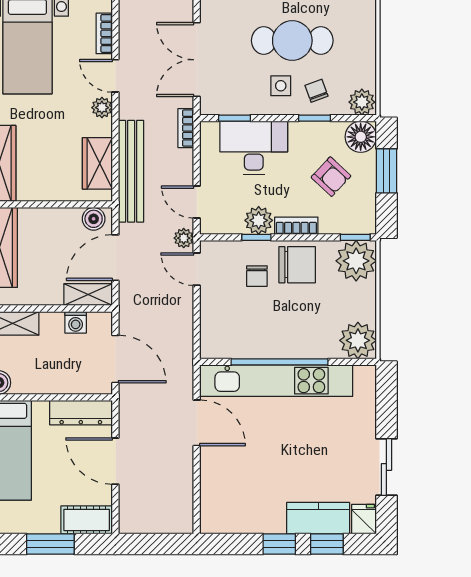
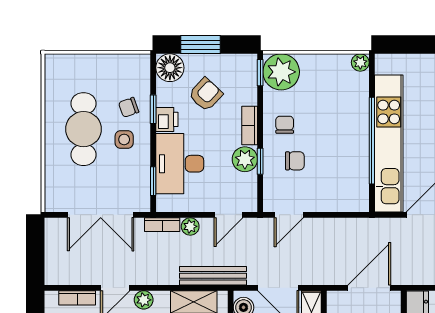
plant: (362, 102) -> (139, 67), removed
printer: (303, 133) -> (167, 119), added
bench: (131, 171) -> (213, 276), width x0.73, depth x0.82
plant: (184, 238) -> (190, 226), moved
chair: (297, 265) -> (285, 125), width x0.54, depth x0.54
plant: (358, 340) -> (360, 62), width x0.53, depth x0.53

